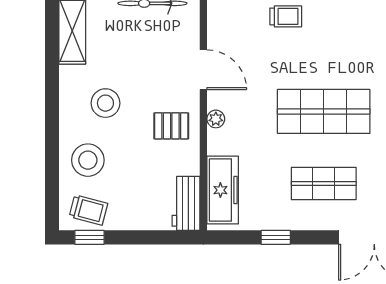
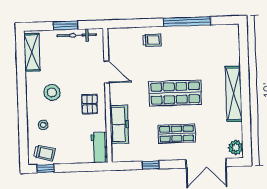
plant: (216, 119) -> (115, 99), removed
pallet: (171, 126) -> (90, 104), turned 90
stool: (88, 160) -> (43, 125), width x0.53, depth x0.53
freezer: (223, 190) -> (119, 124), moved

